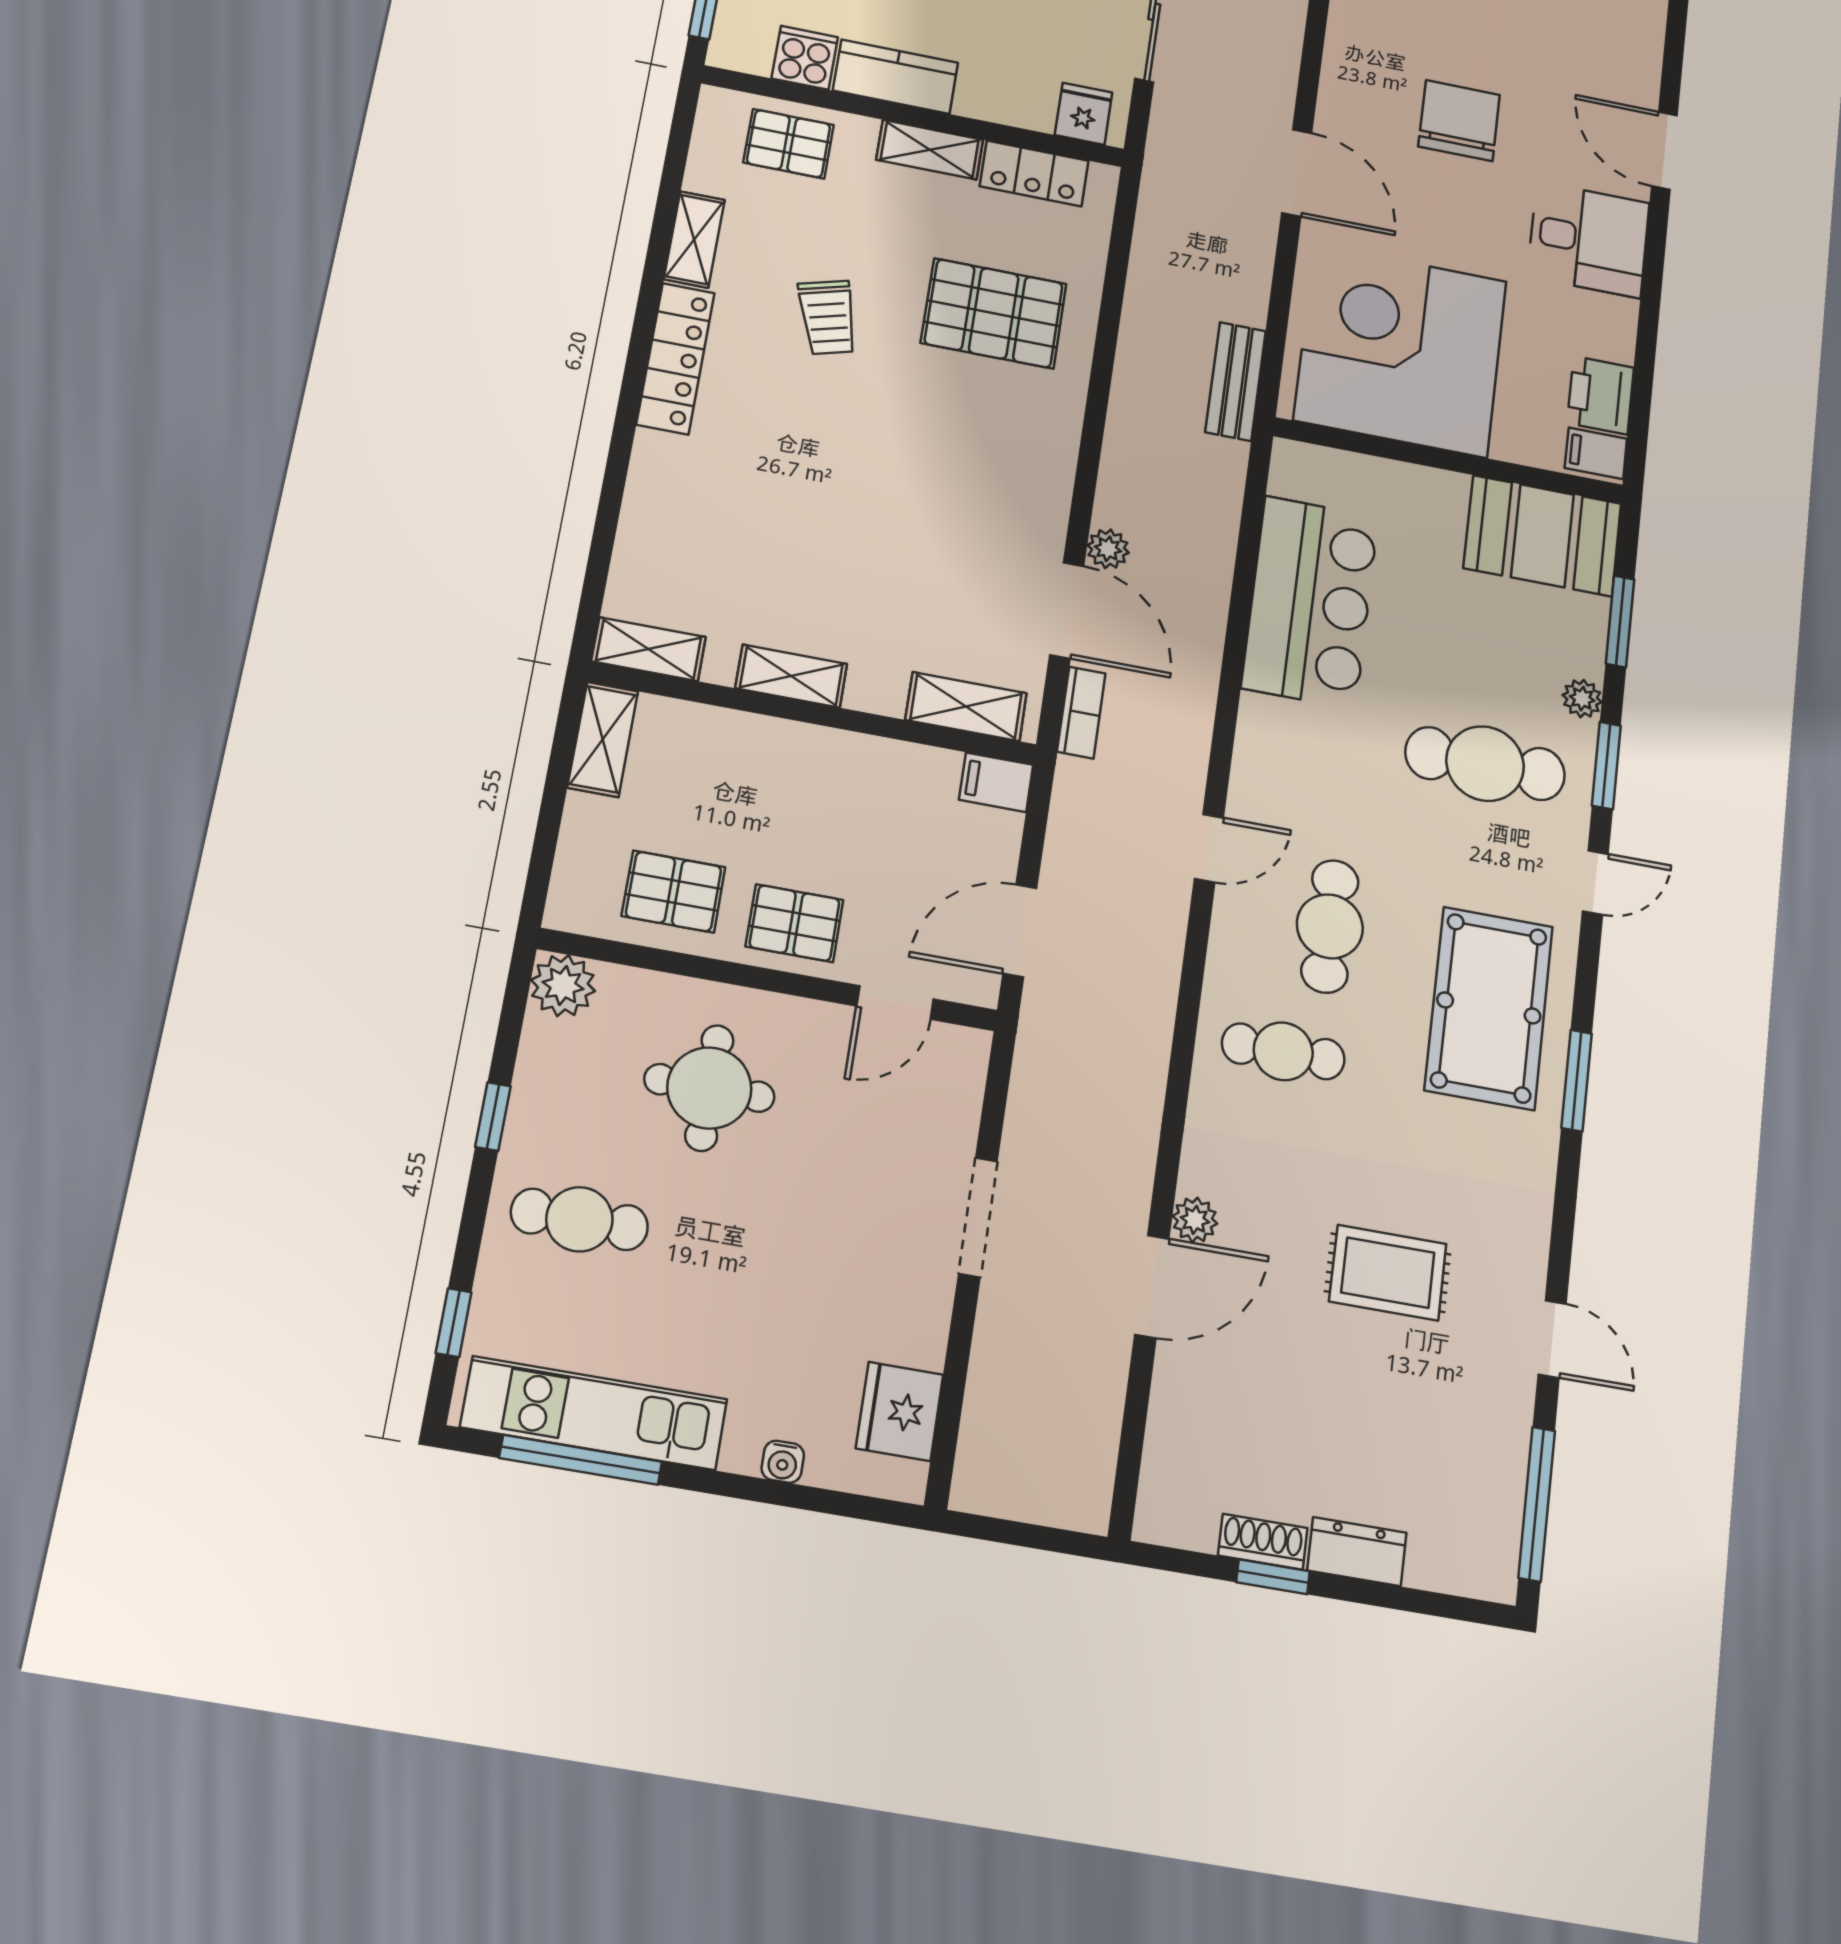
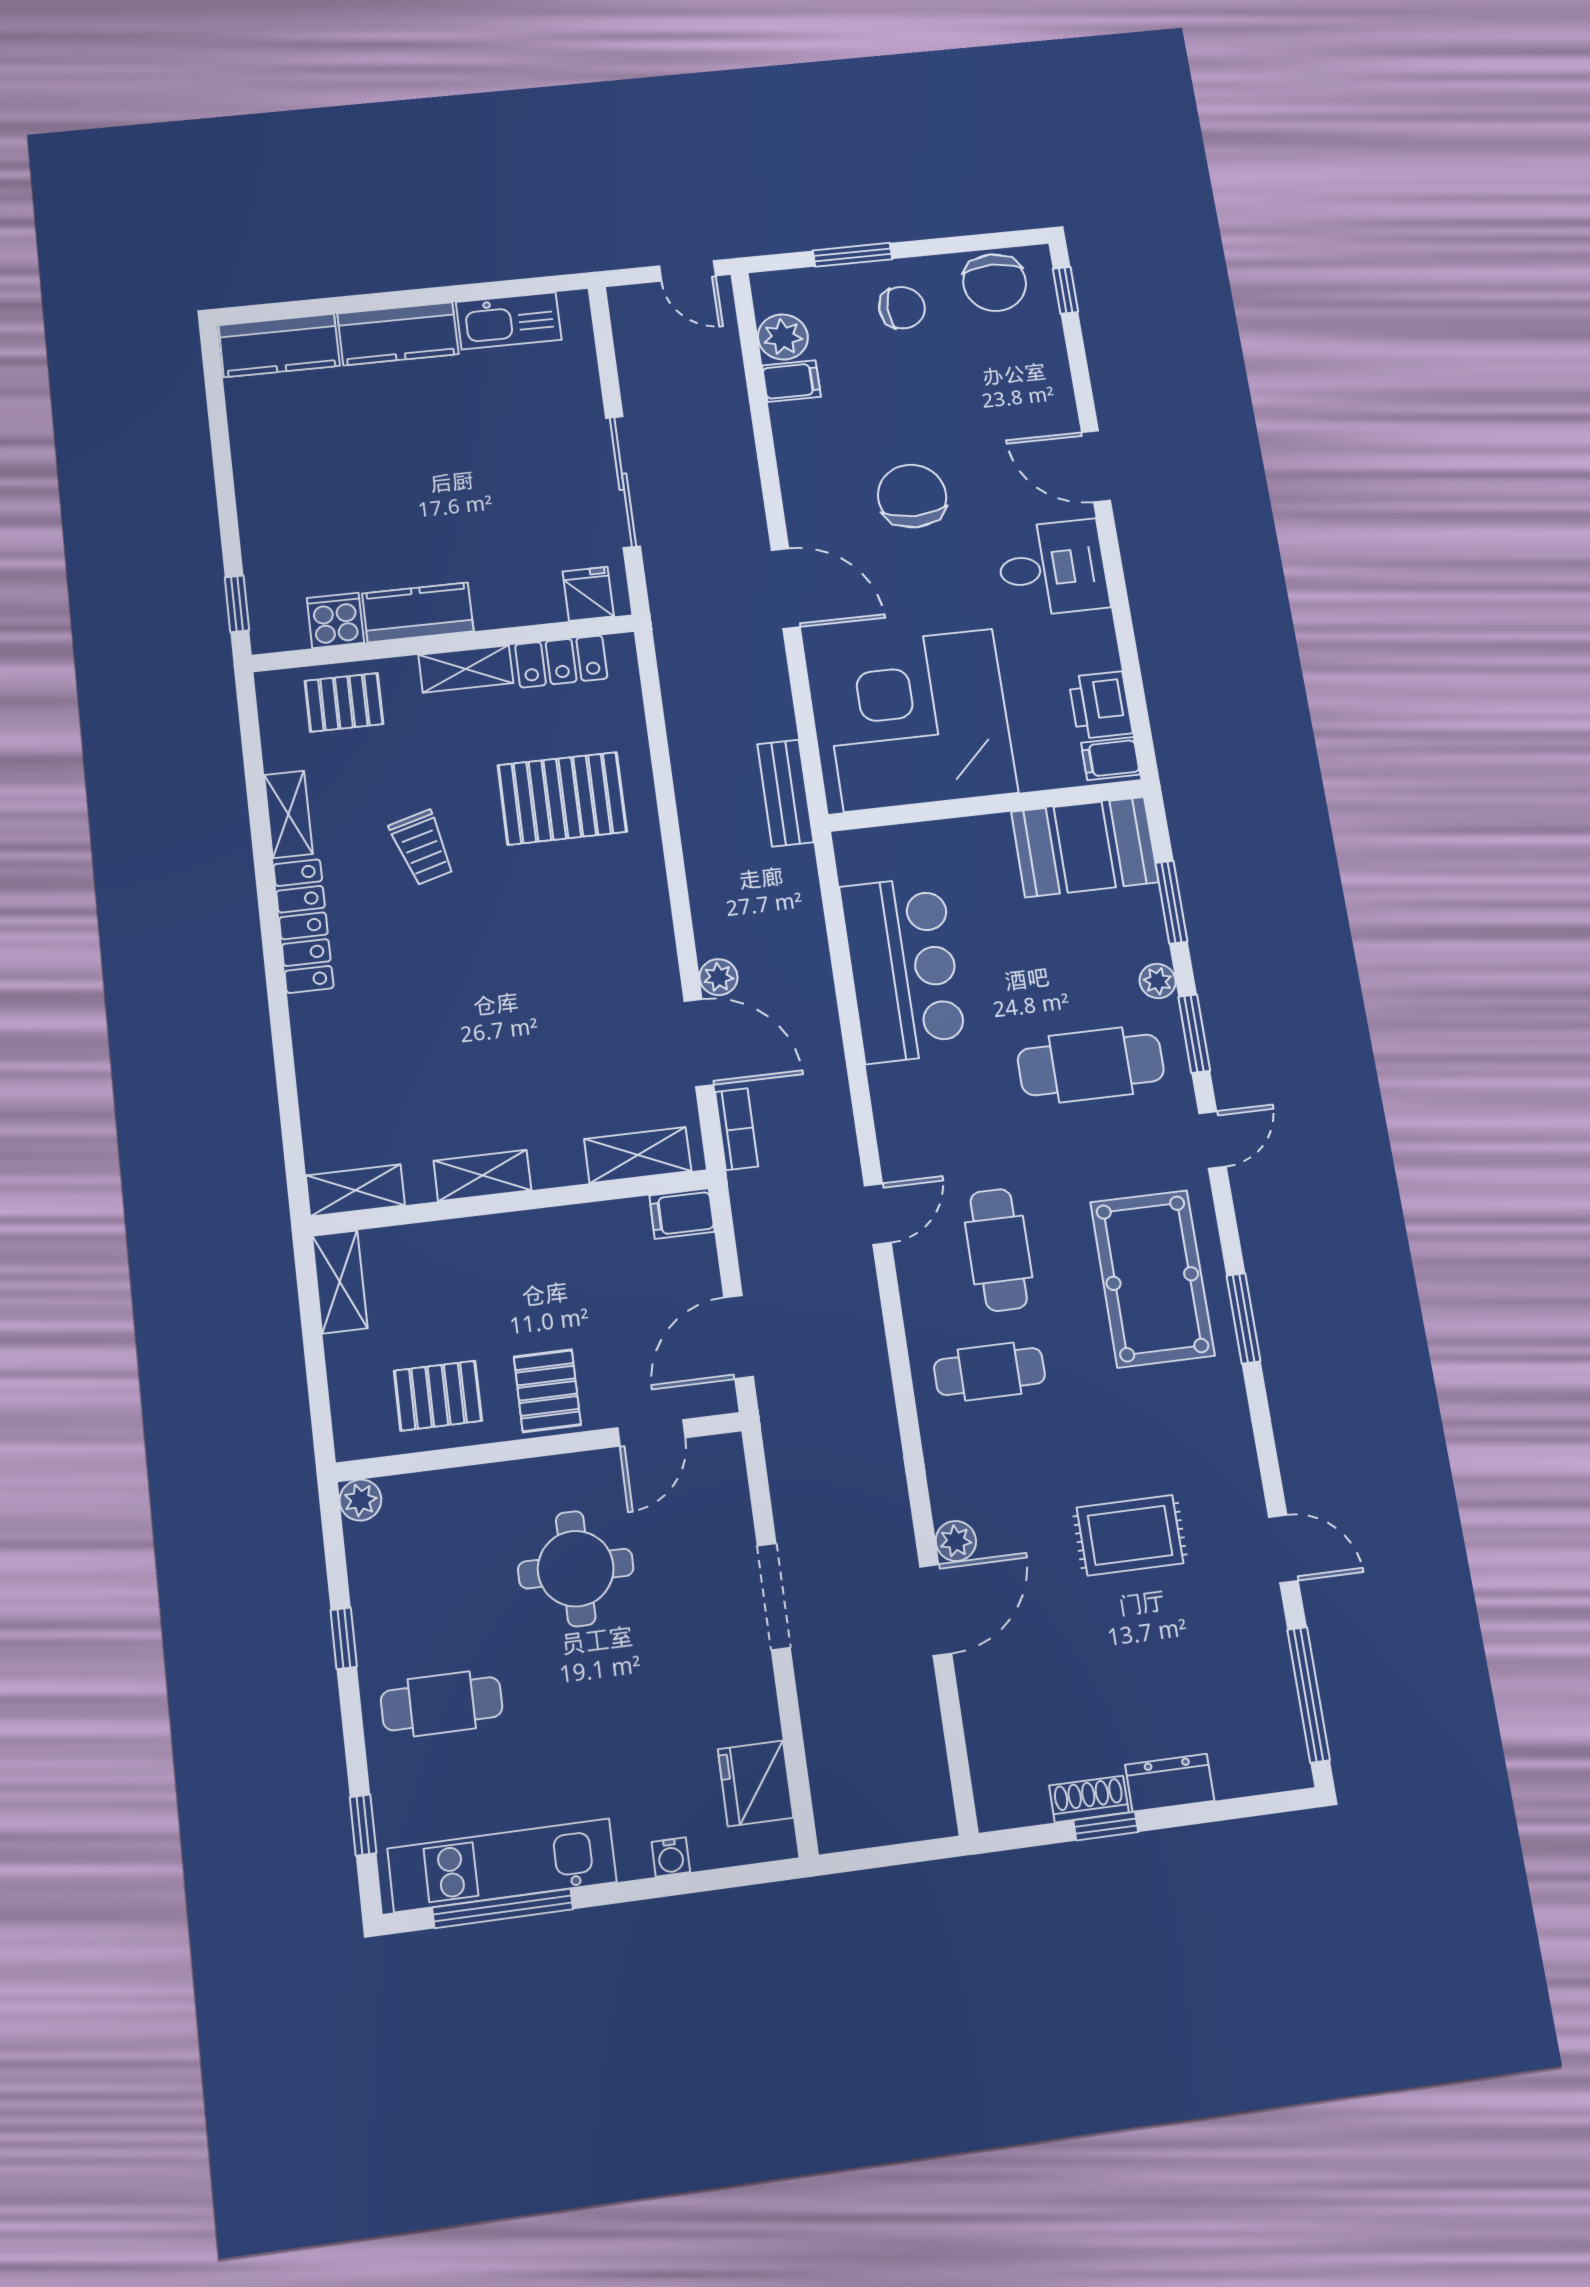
pallet: (794, 923) -> (547, 1391), turned 90
plant: (563, 985) -> (360, 1500), width x0.73, depth x0.73
round table: (709, 1088) -> (576, 1569), moved

